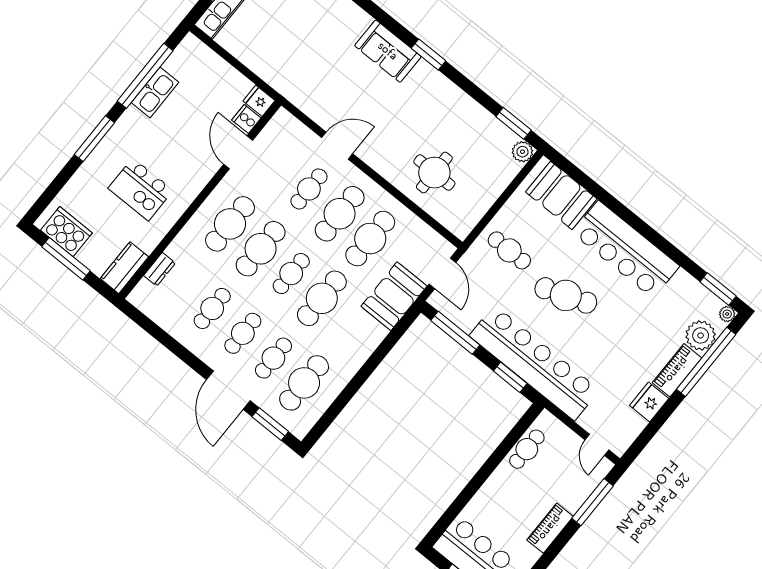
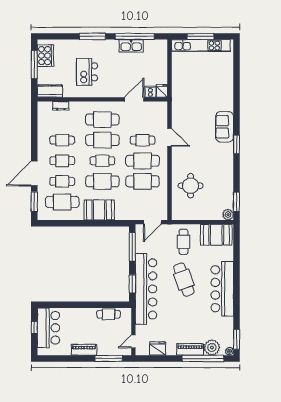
booth: (561, 195) -> (216, 235), moved, turned 90
booth: (394, 296) -> (99, 210), moved
fridge: (649, 402) -> (157, 348), moved

